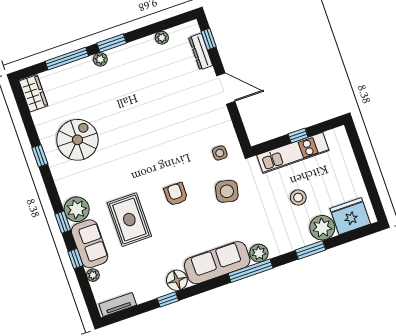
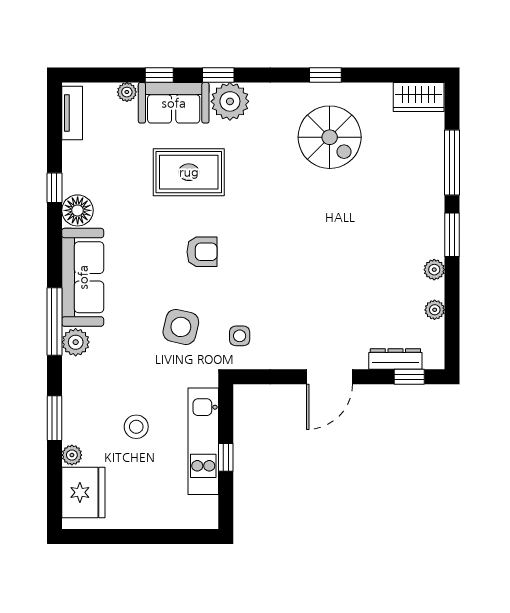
plant: (100, 59) -> (434, 270), moved
plant: (322, 228) -> (72, 455), width x0.53, depth x0.53

